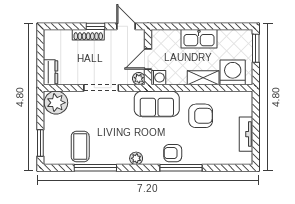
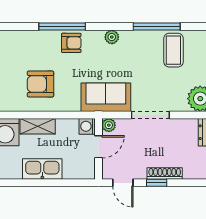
sofa: (157, 104) -> (106, 97), moved

